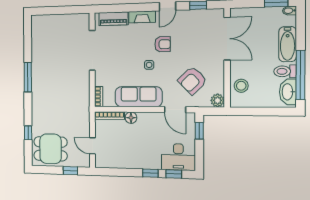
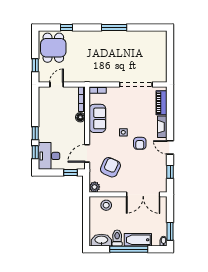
window: (300, 75) -> (129, 249), moved
armchair: (192, 81) -> (110, 167), turned 68
sofa: (139, 97) -> (97, 118), width x0.73

